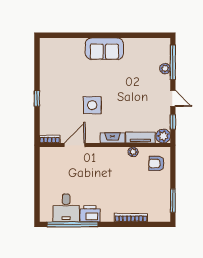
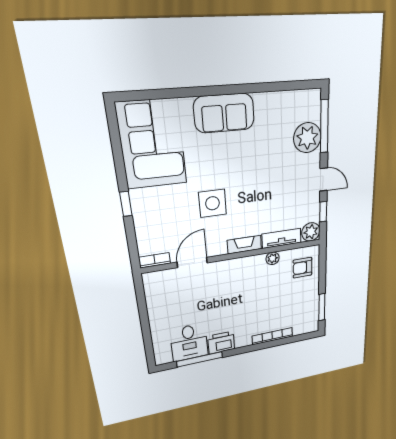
corner sofa: (58, 64) -> (152, 144), added
plant: (165, 69) -> (307, 138), width x1.87, depth x1.87
window: (72, 224) -> (200, 359), width x0.68

